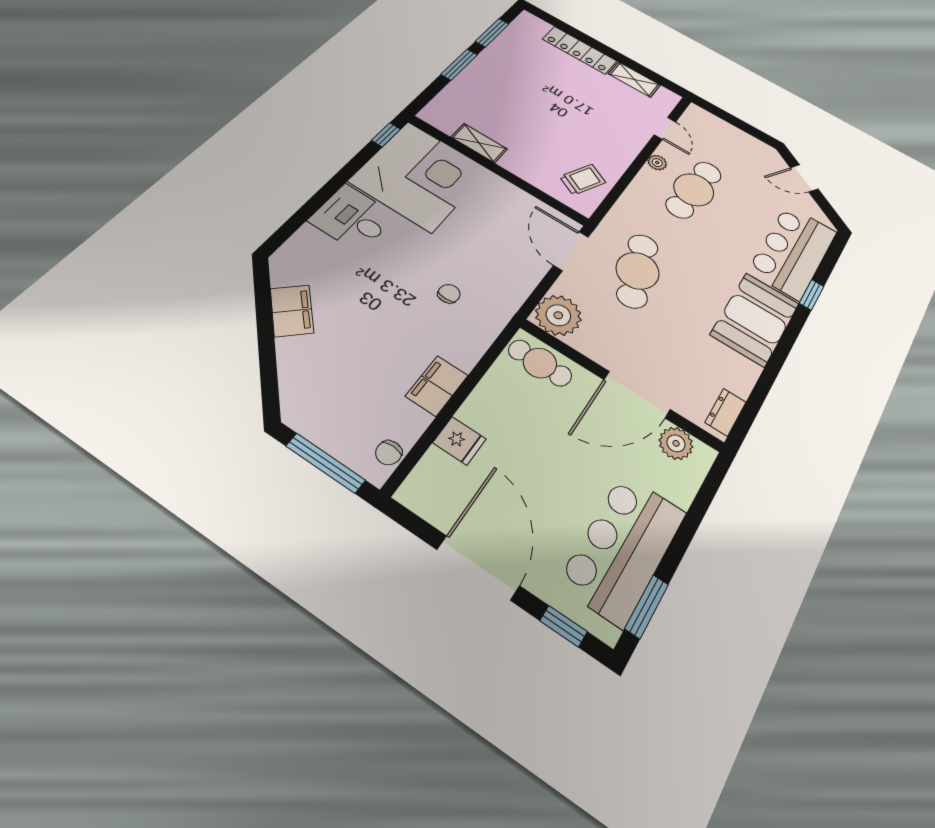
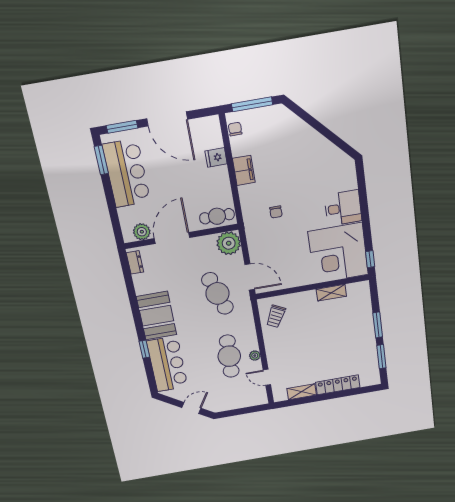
filing cabinet: (292, 311) -> (323, 148), removed
window: (564, 626) -> (122, 127), width x1.50

